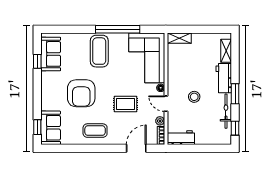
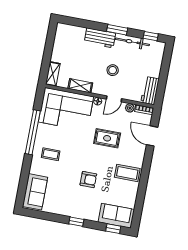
coffee table: (99, 51) -> (51, 154), width x0.54, depth x0.58
shelving: (226, 51) -> (80, 86), moved
sofa: (51, 54) -> (35, 192), moved, turned 90
window: (37, 61) -> (76, 222), moved
armchair: (81, 93) -> (88, 180), width x0.53, depth x0.53
rug: (126, 104) -> (107, 138), turned 90
coffee table: (95, 131) -> (127, 173), turned 90

